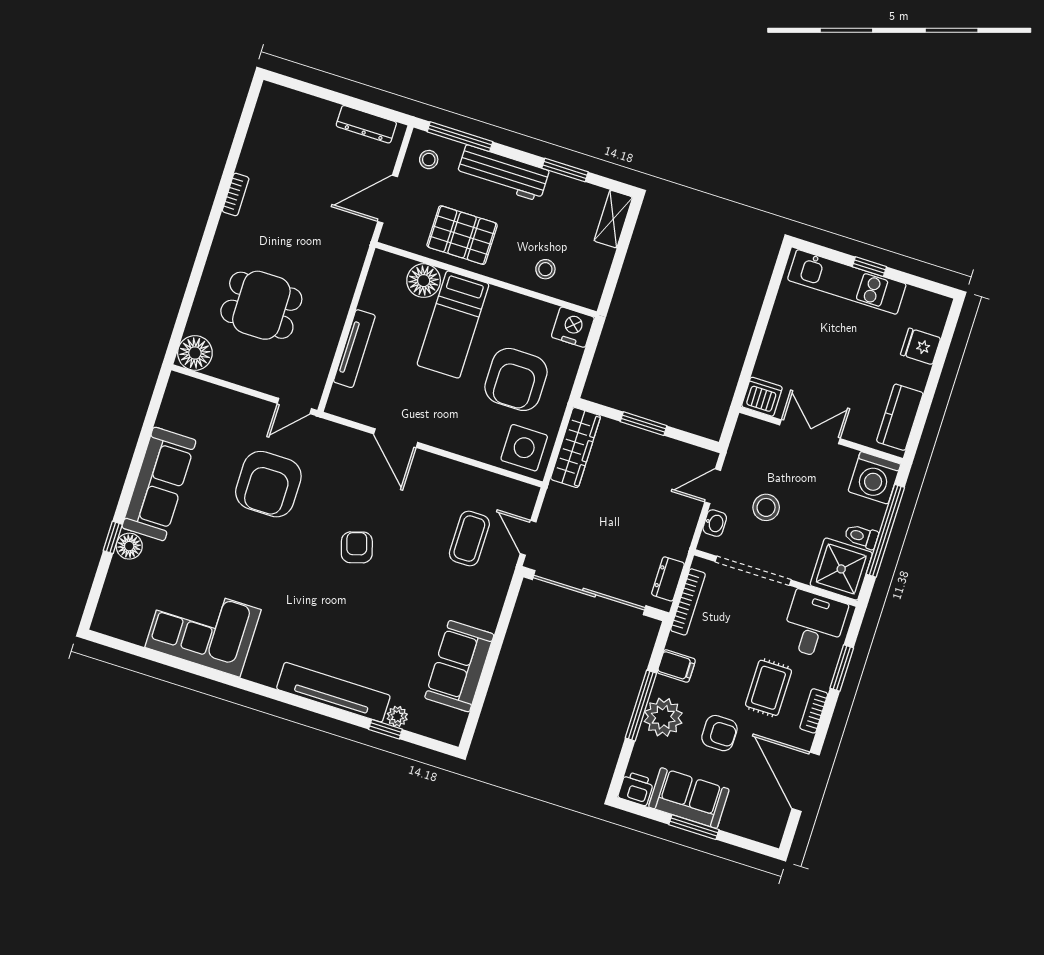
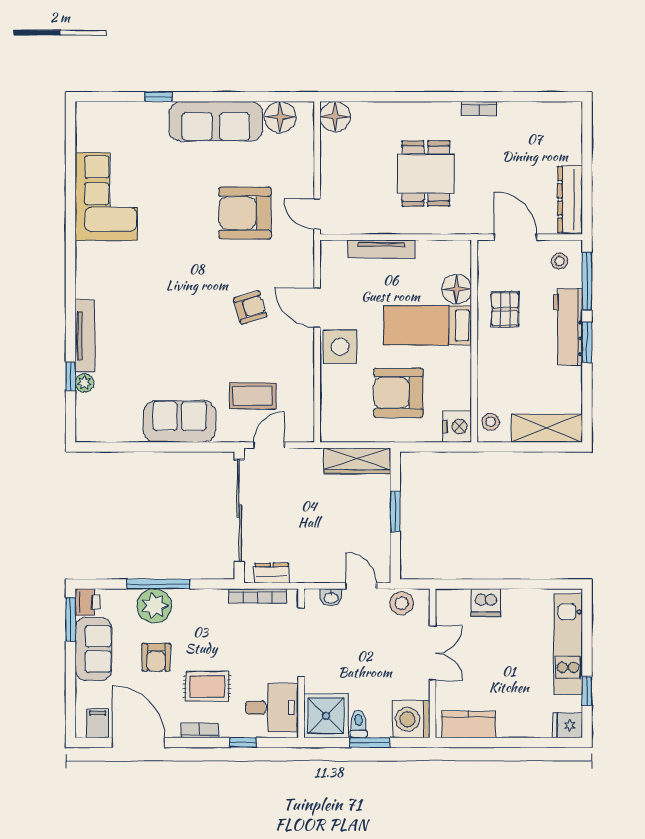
dresser: (366, 124) -> (570, 199), width x1.37, depth x1.24
window: (565, 170) -> (587, 342), moved
shelving: (613, 219) -> (547, 428), width x1.50, depth x1.33
pallet: (462, 235) -> (505, 309), width x0.67, depth x0.71
window: (869, 267) -> (587, 691), moved
stool: (545, 269) -> (491, 422), moved
dining table: (261, 305) -> (426, 174), moved
fridge: (921, 346) -> (567, 725), moved, turned -90
dishwasher: (762, 397) -> (486, 603), moved, turned 90
door: (396, 438) -> (317, 308), hinge flipped
side table: (524, 448) -> (340, 347), moved
stool: (766, 507) -> (402, 603), moved
window: (885, 531) -> (370, 742), width x0.47
floor lamp: (129, 546) -> (280, 117), moved, width x1.38, depth x1.38
armchair: (357, 547) -> (250, 308), moved
sofa: (459, 666) -> (180, 421), moved
filing cabinet: (676, 666) -> (98, 723), moved, turned 180
window: (842, 668) -> (243, 742), width x0.67
tv unit: (333, 692) -> (85, 336), width x0.73, depth x0.78
door: (806, 782) -> (138, 742), hinge flipped
window: (694, 827) -> (71, 619), moved

